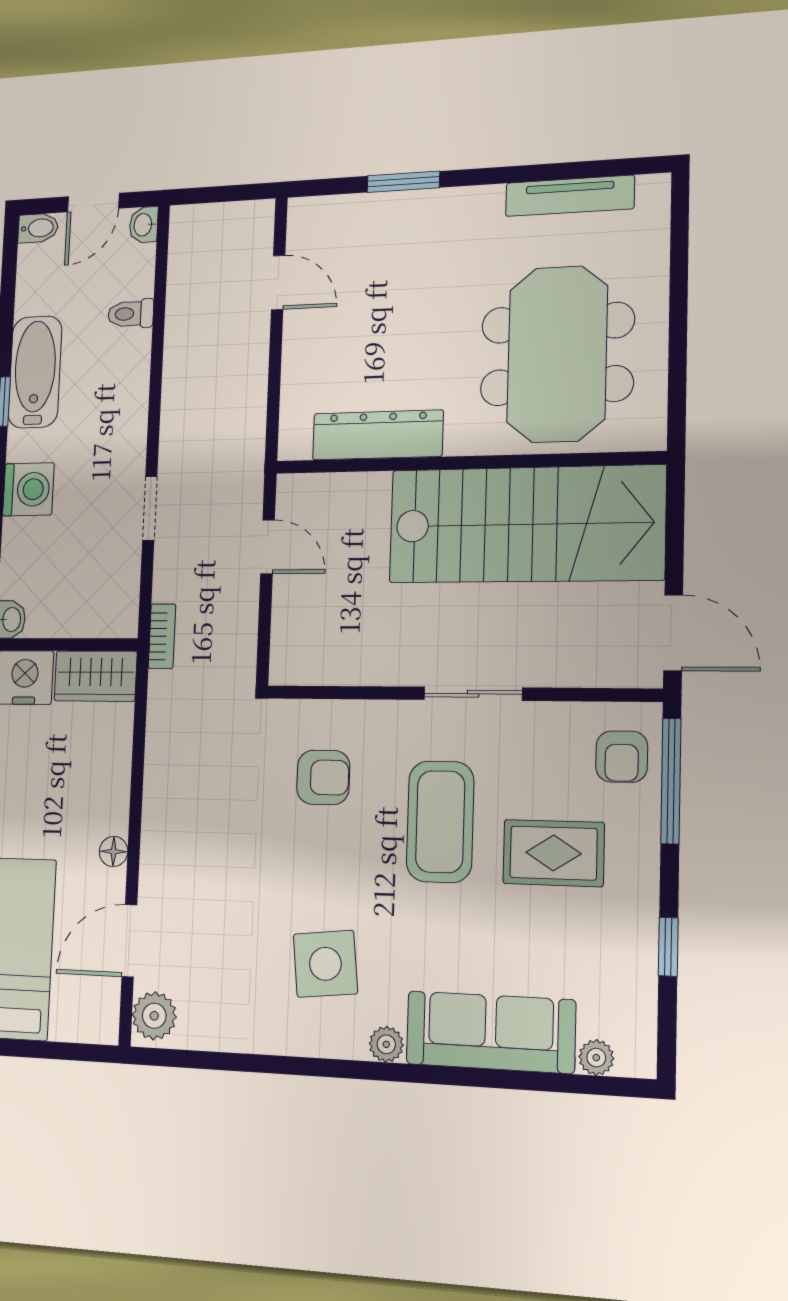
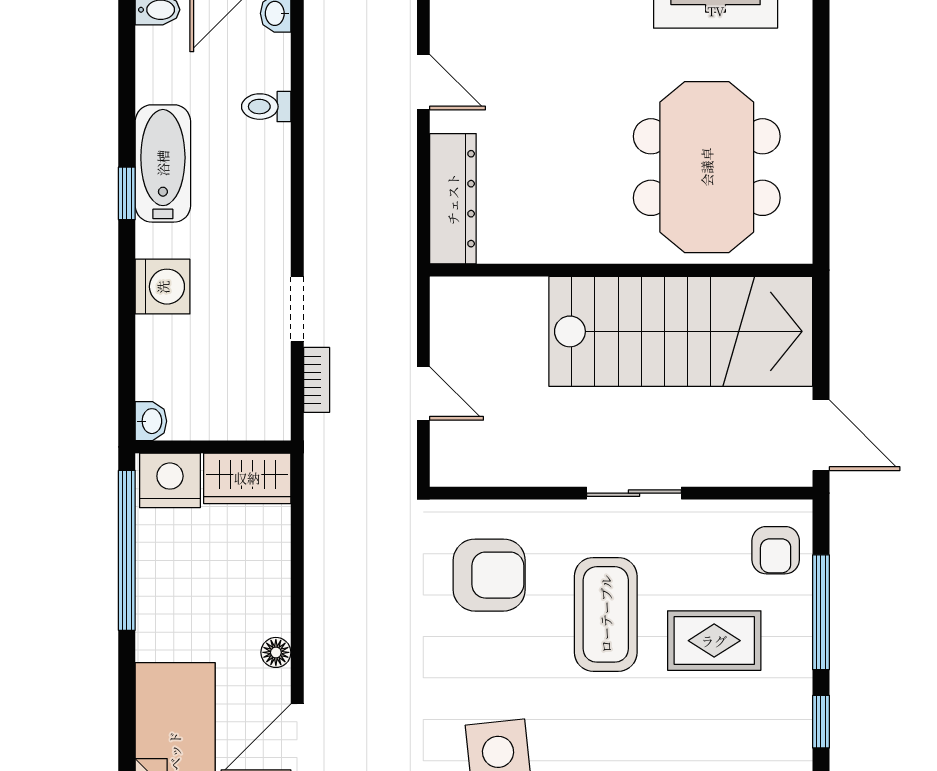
dresser: (378, 435) -> (453, 199), moved, turned 90
door: (268, 547) -> (423, 393), moved
bookcase: (162, 636) -> (317, 380), moved
armchair: (323, 777) -> (489, 575), width x1.38, depth x1.38
window: (671, 781) -> (821, 612), moved

